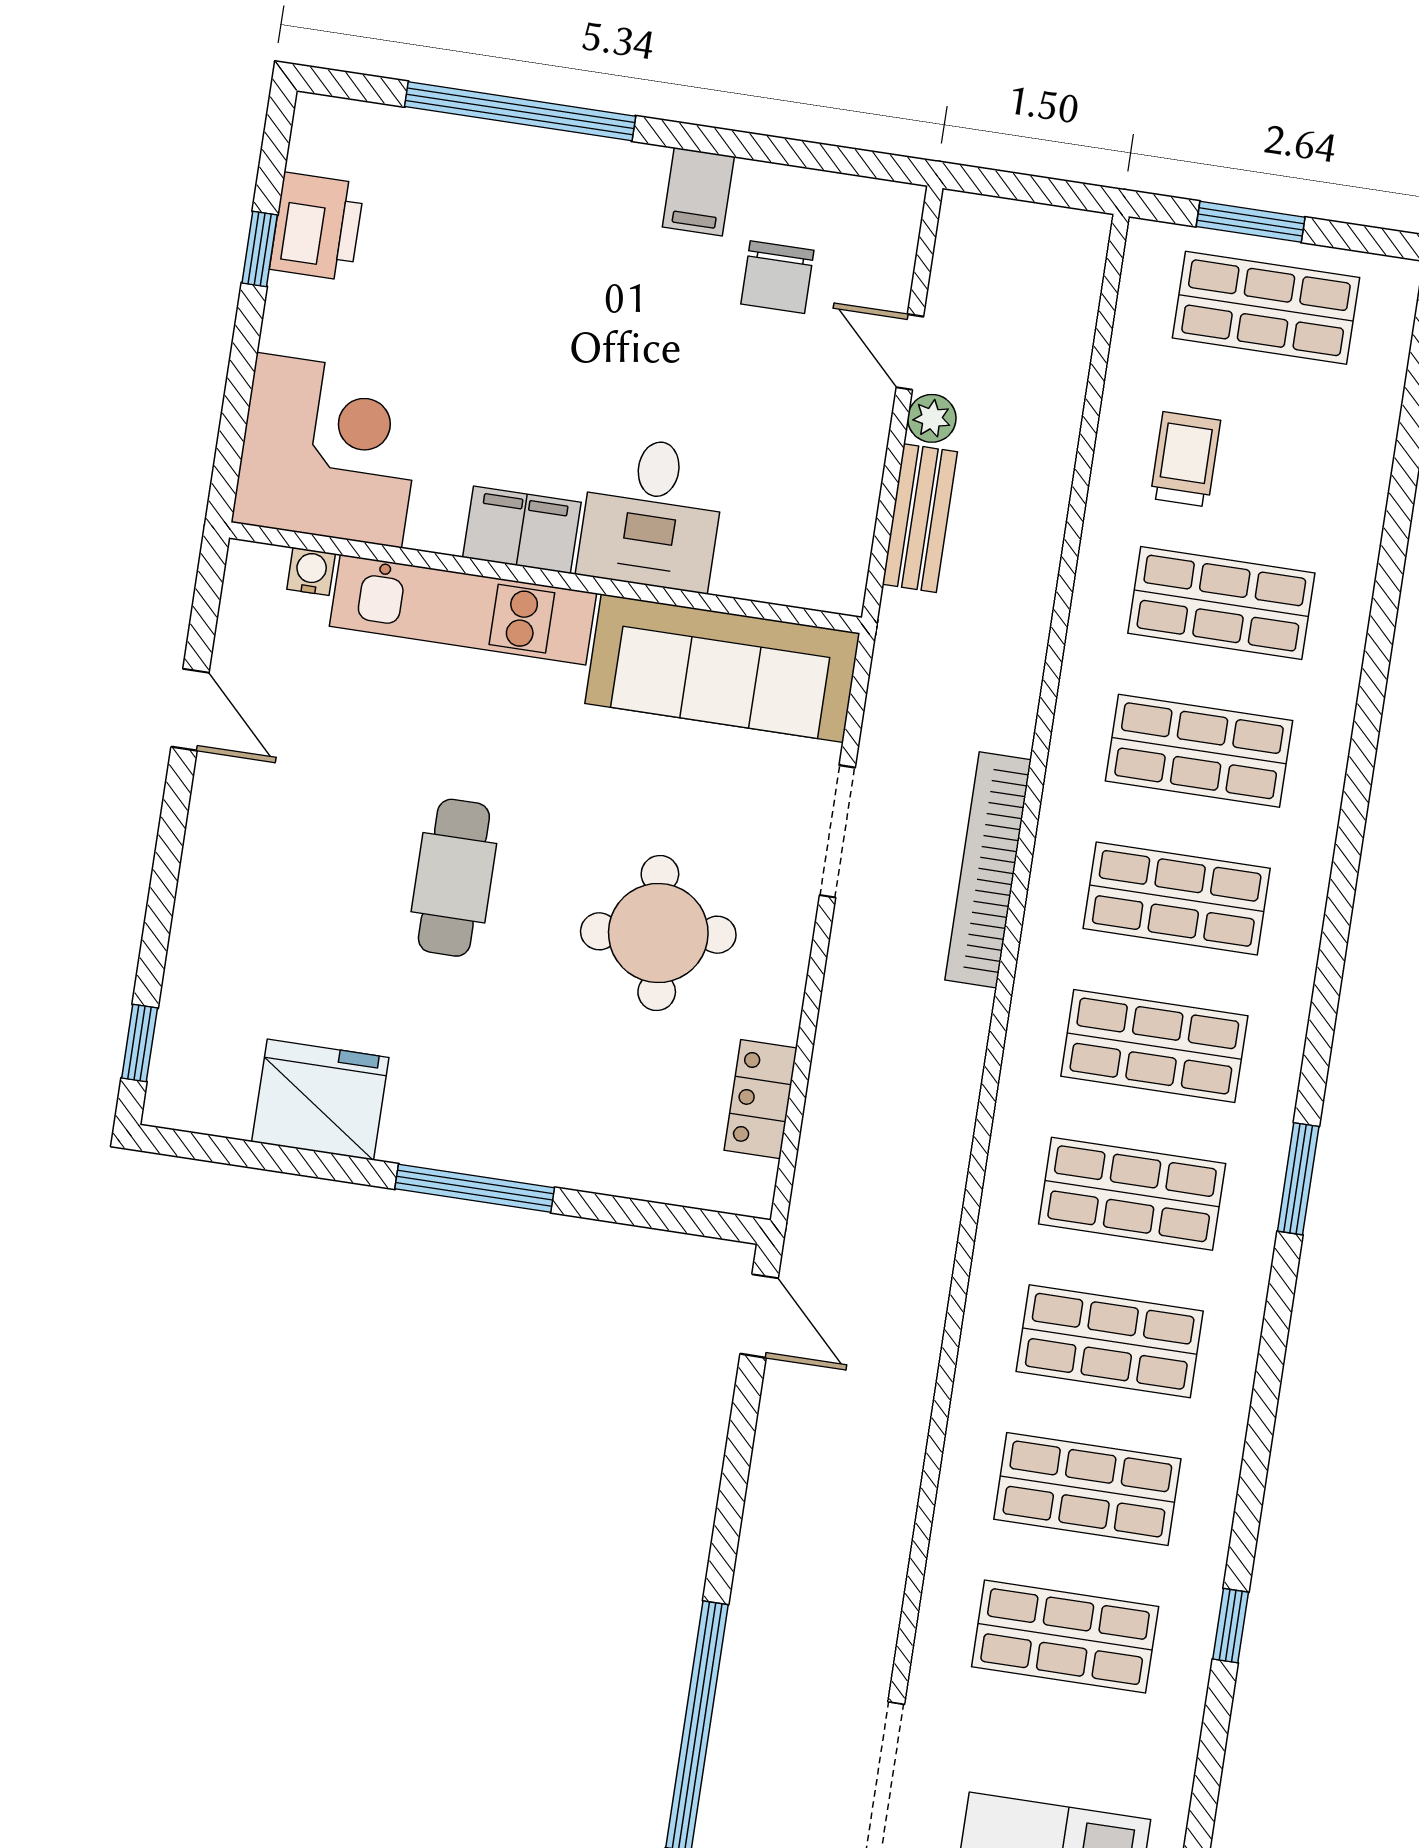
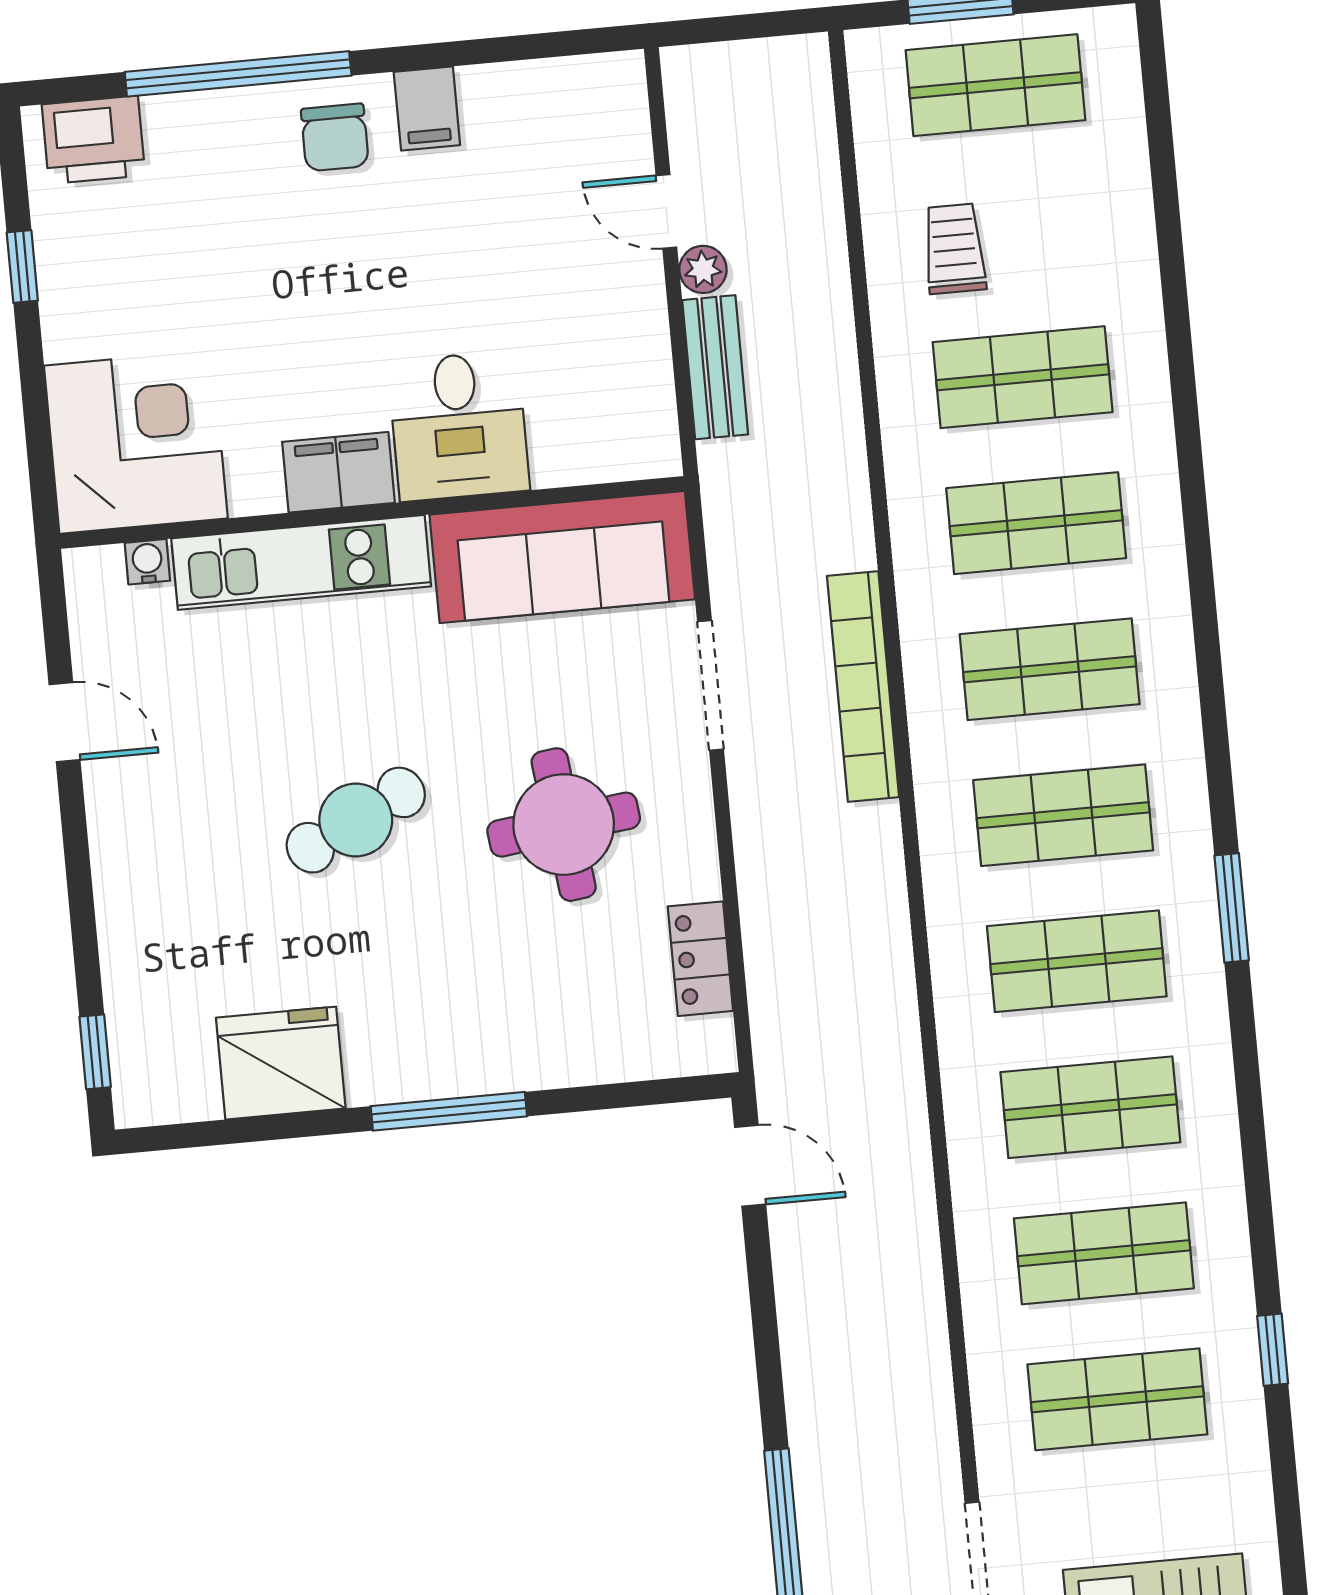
printer: (317, 227) -> (93, 140), moved, turned 90
chair: (777, 277) -> (335, 137), moved
cafe table: (454, 878) -> (356, 820), turned 64

